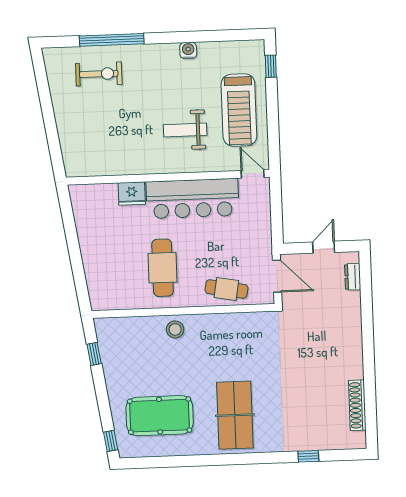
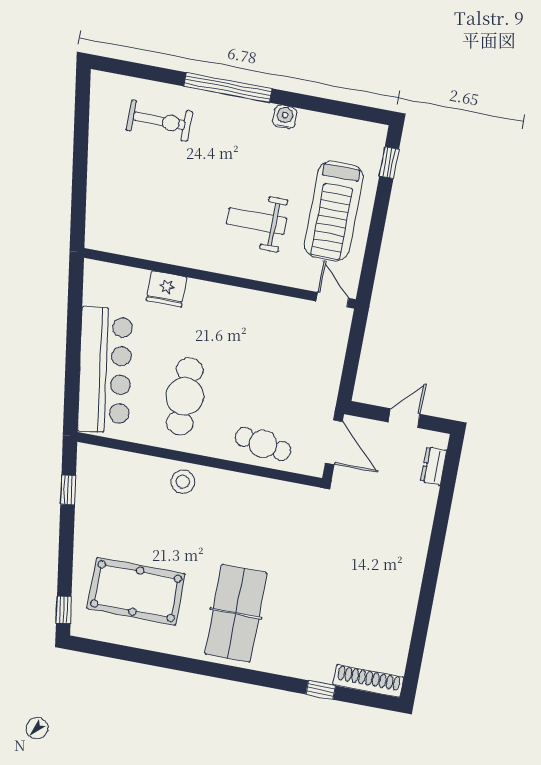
window: (112, 40) -> (228, 87), moved
bar counter: (192, 199) -> (105, 370), moved, turned -99
shoe rack: (357, 405) -> (368, 681), moved, turned 90

